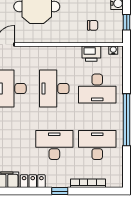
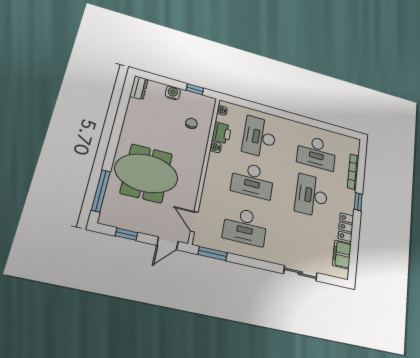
water cooler: (76, 51) -> (216, 147), added
desk: (97, 89) -> (259, 137), turned 180
window: (127, 120) -> (295, 118), removed
desk: (97, 145) -> (317, 153), turned -90

